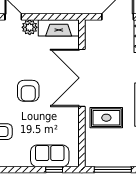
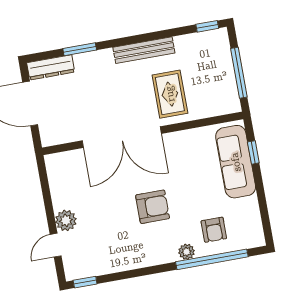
fireplace: (59, 28) -> (60, 181), removed
sofa: (50, 156) -> (236, 162), width x1.36

